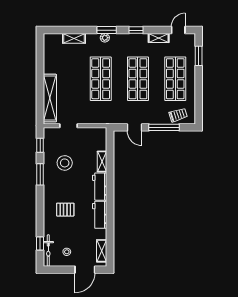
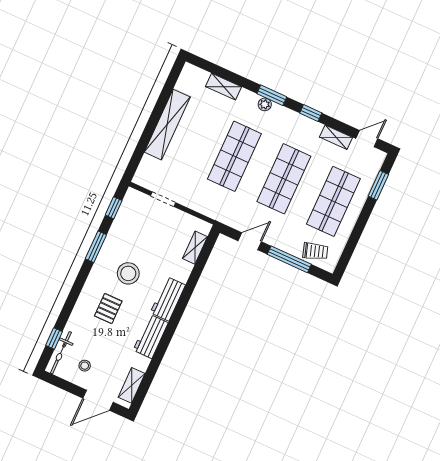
shelving: (50, 98) -> (167, 125), moved
door: (134, 127) -> (250, 241), swing flipped
shelving: (102, 162) -> (195, 248), moved
stool: (65, 163) -> (128, 273), moved
pallet: (65, 210) -> (108, 309), turned 90

